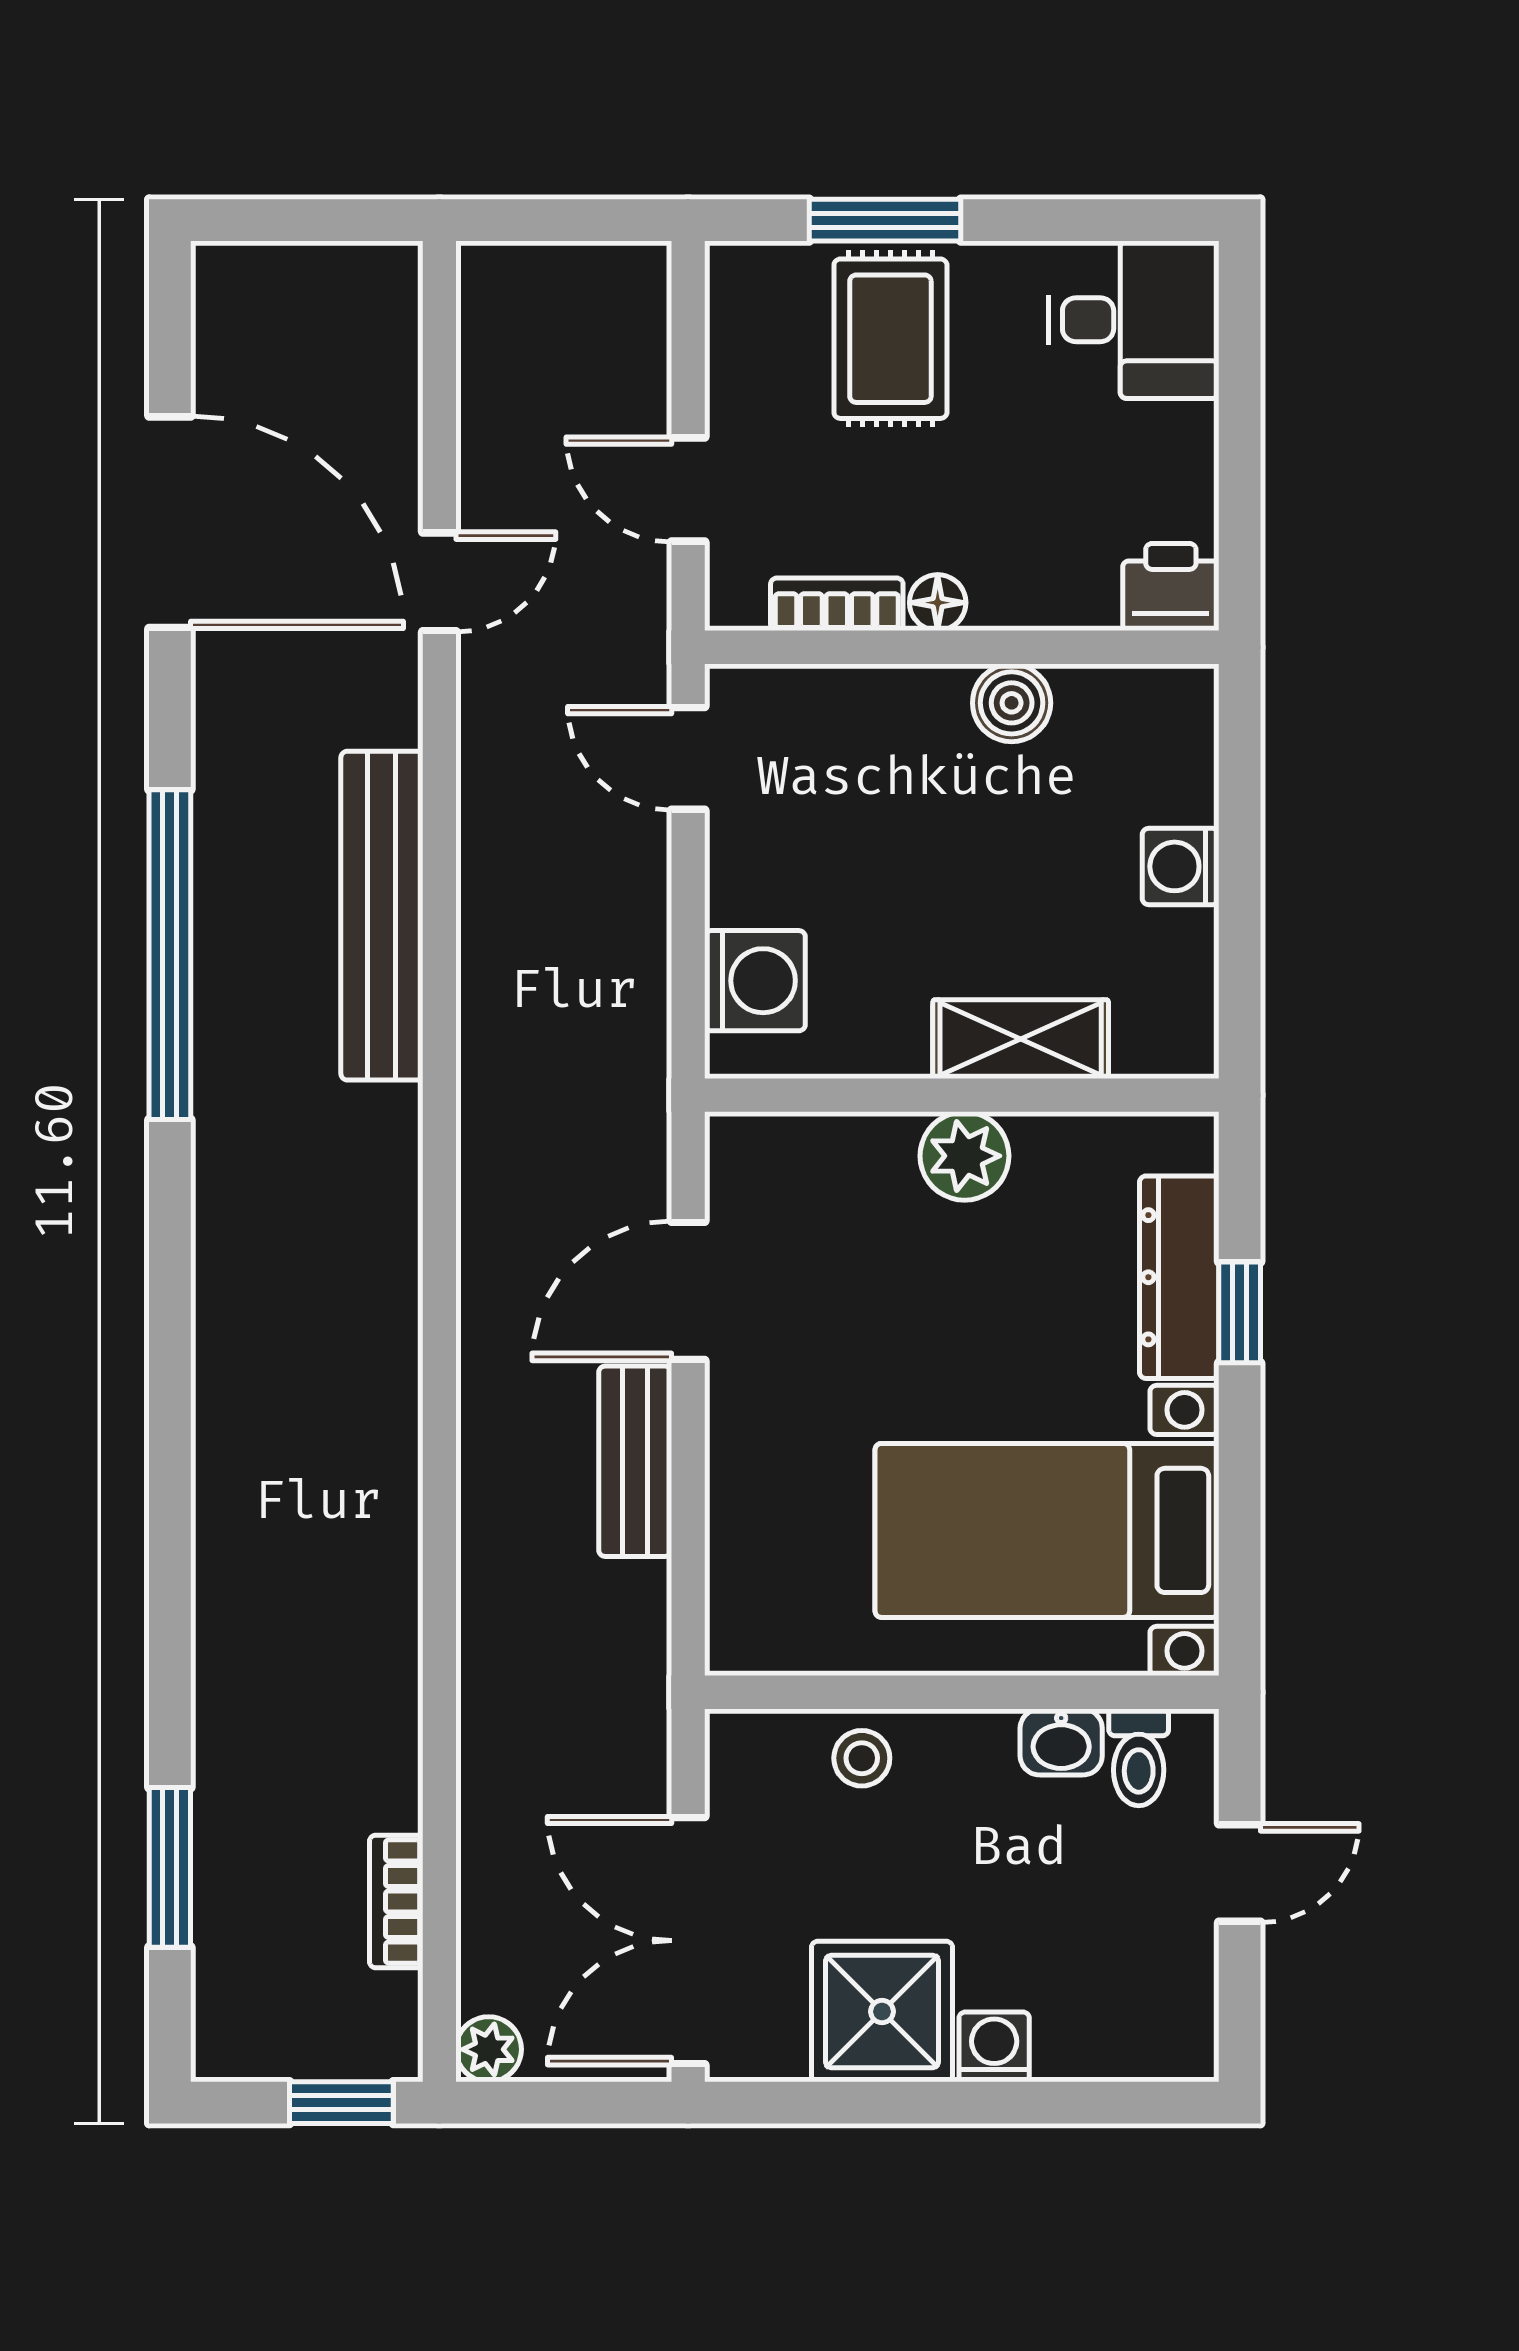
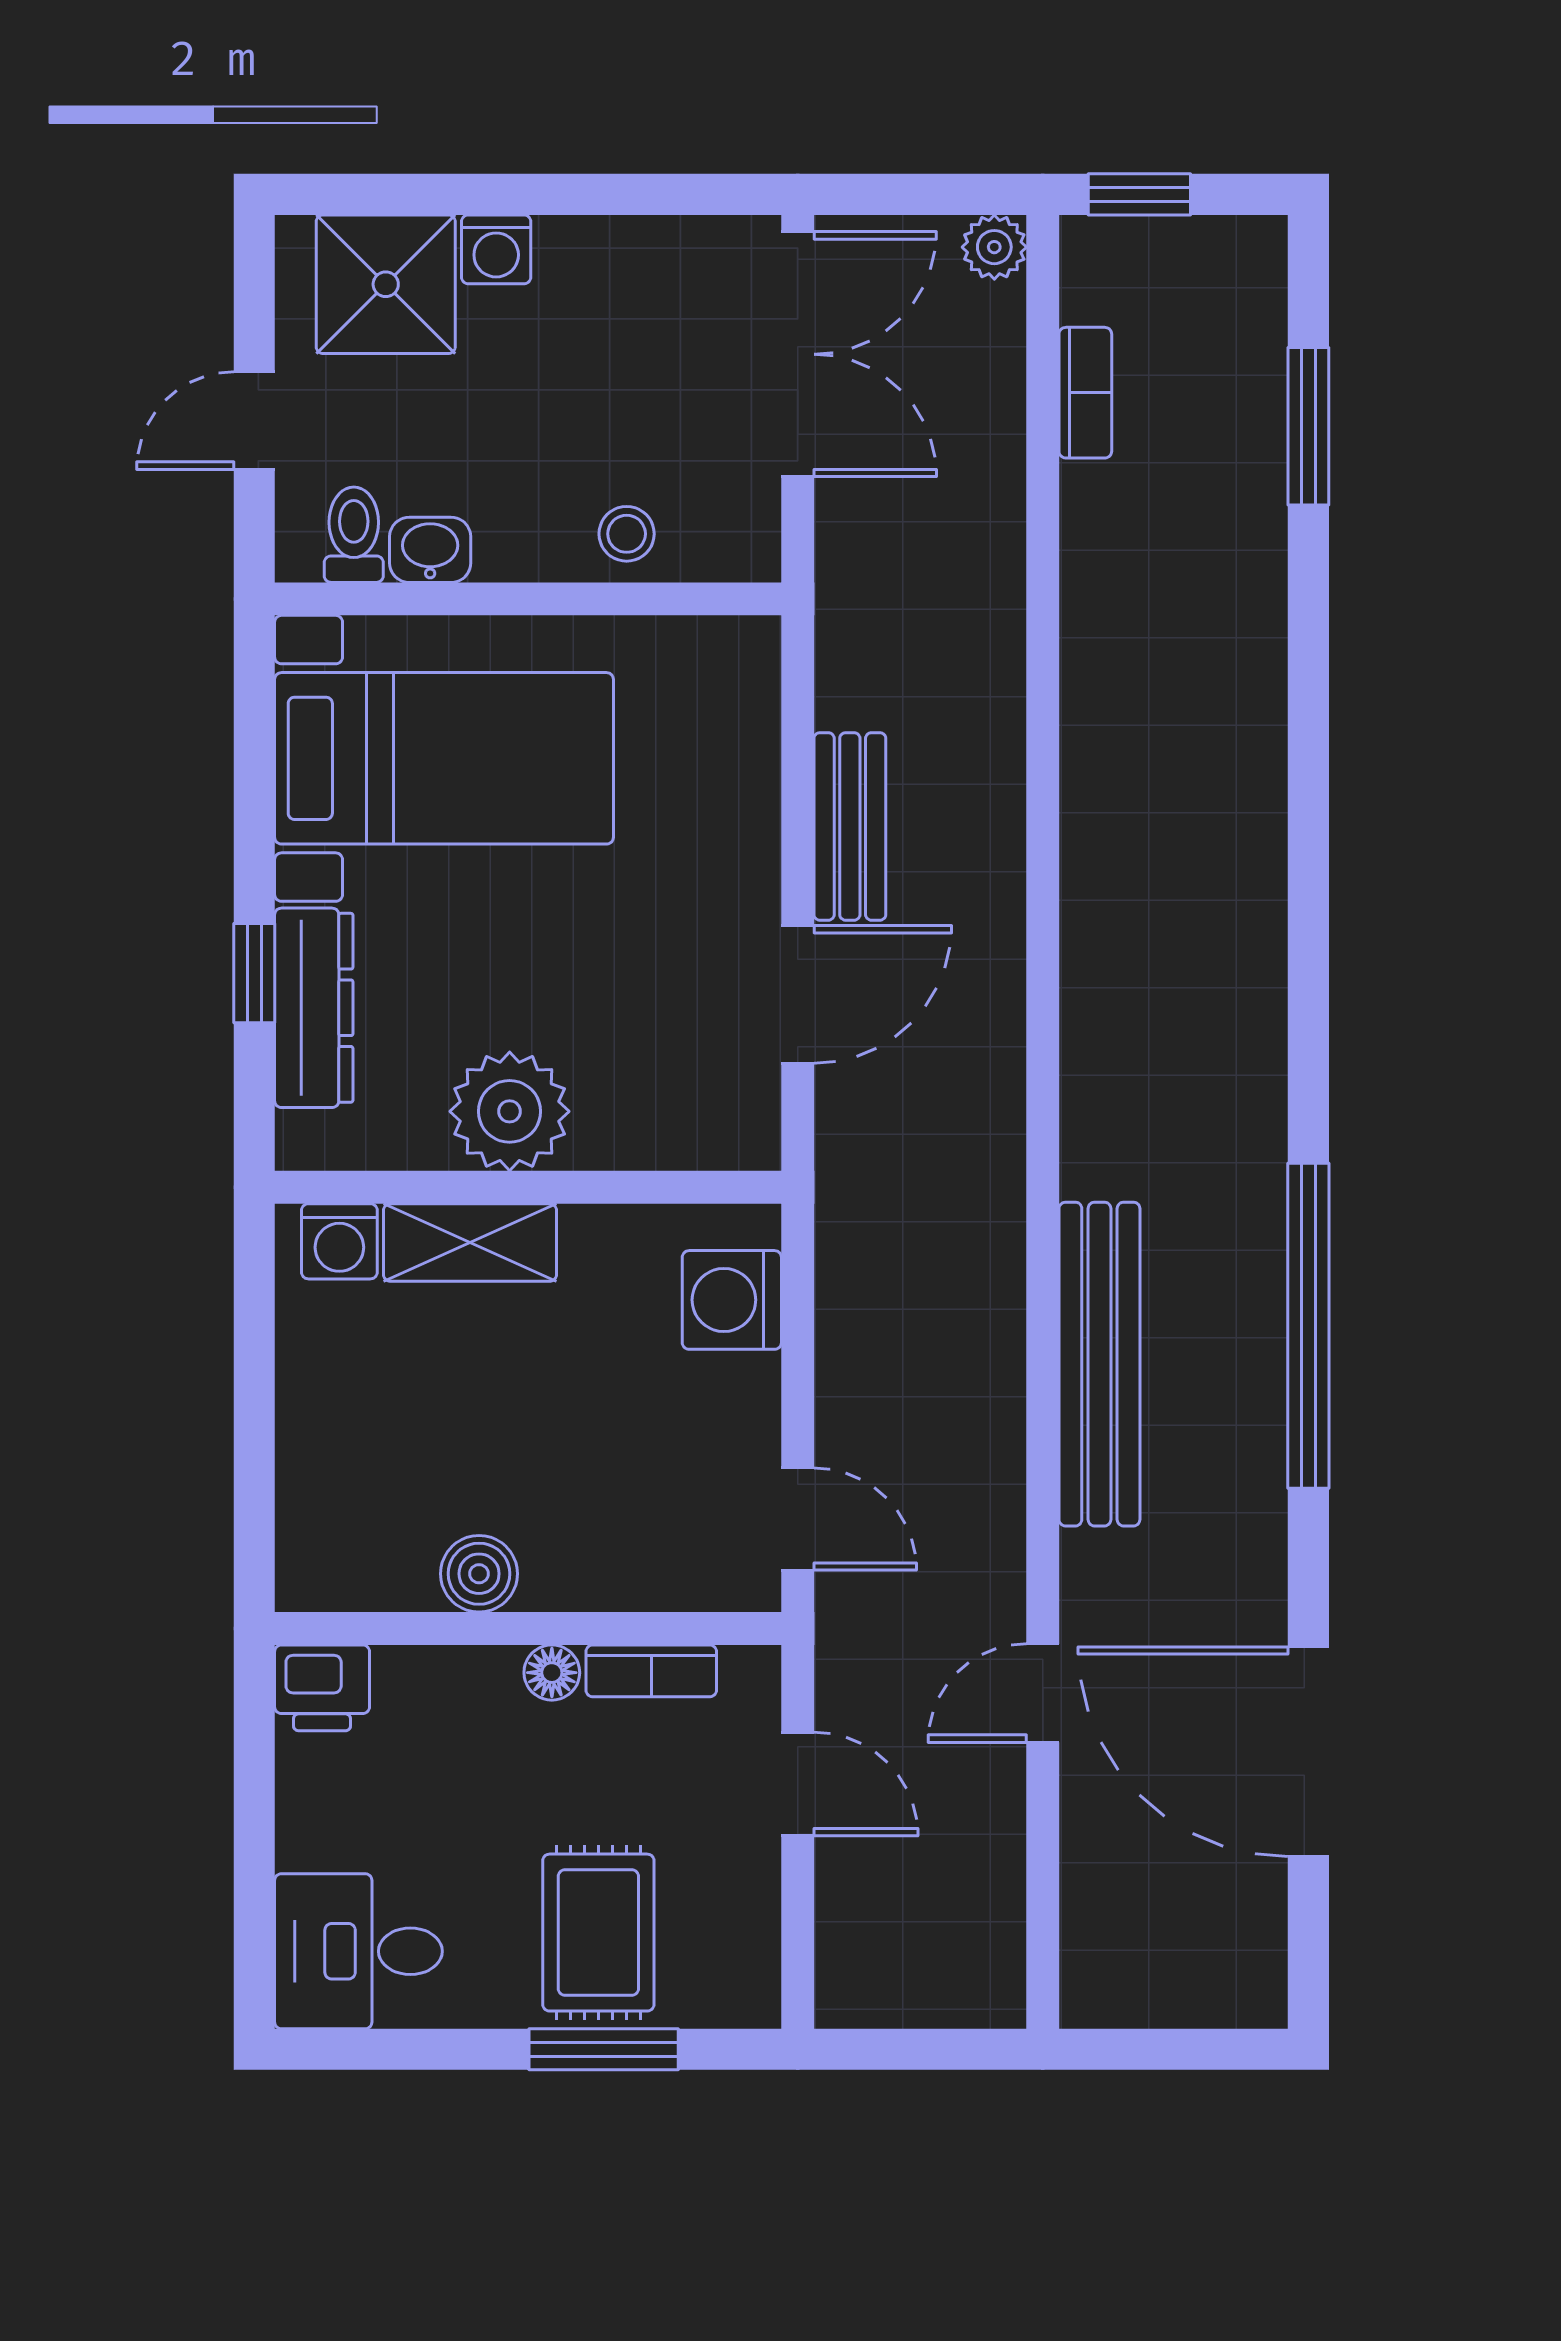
washing machine: (1181, 866) -> (339, 1241), moved, turned 90
plant: (964, 1156) -> (510, 1111), width x1.36, depth x1.36
shower: (882, 2012) -> (386, 284), moved

